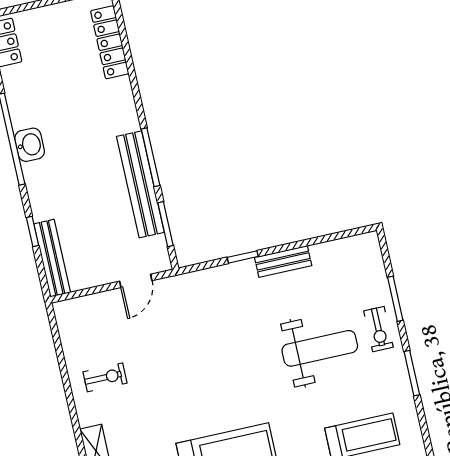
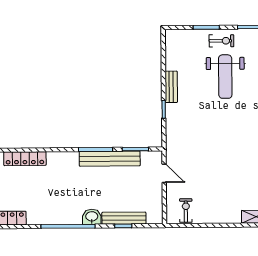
washbasin: (30, 145) -> (92, 217), moved
bench: (52, 258) -> (124, 218), moved
weight bench: (320, 348) -> (225, 77), turned 180
exercise bike: (105, 377) -> (186, 211), moved

